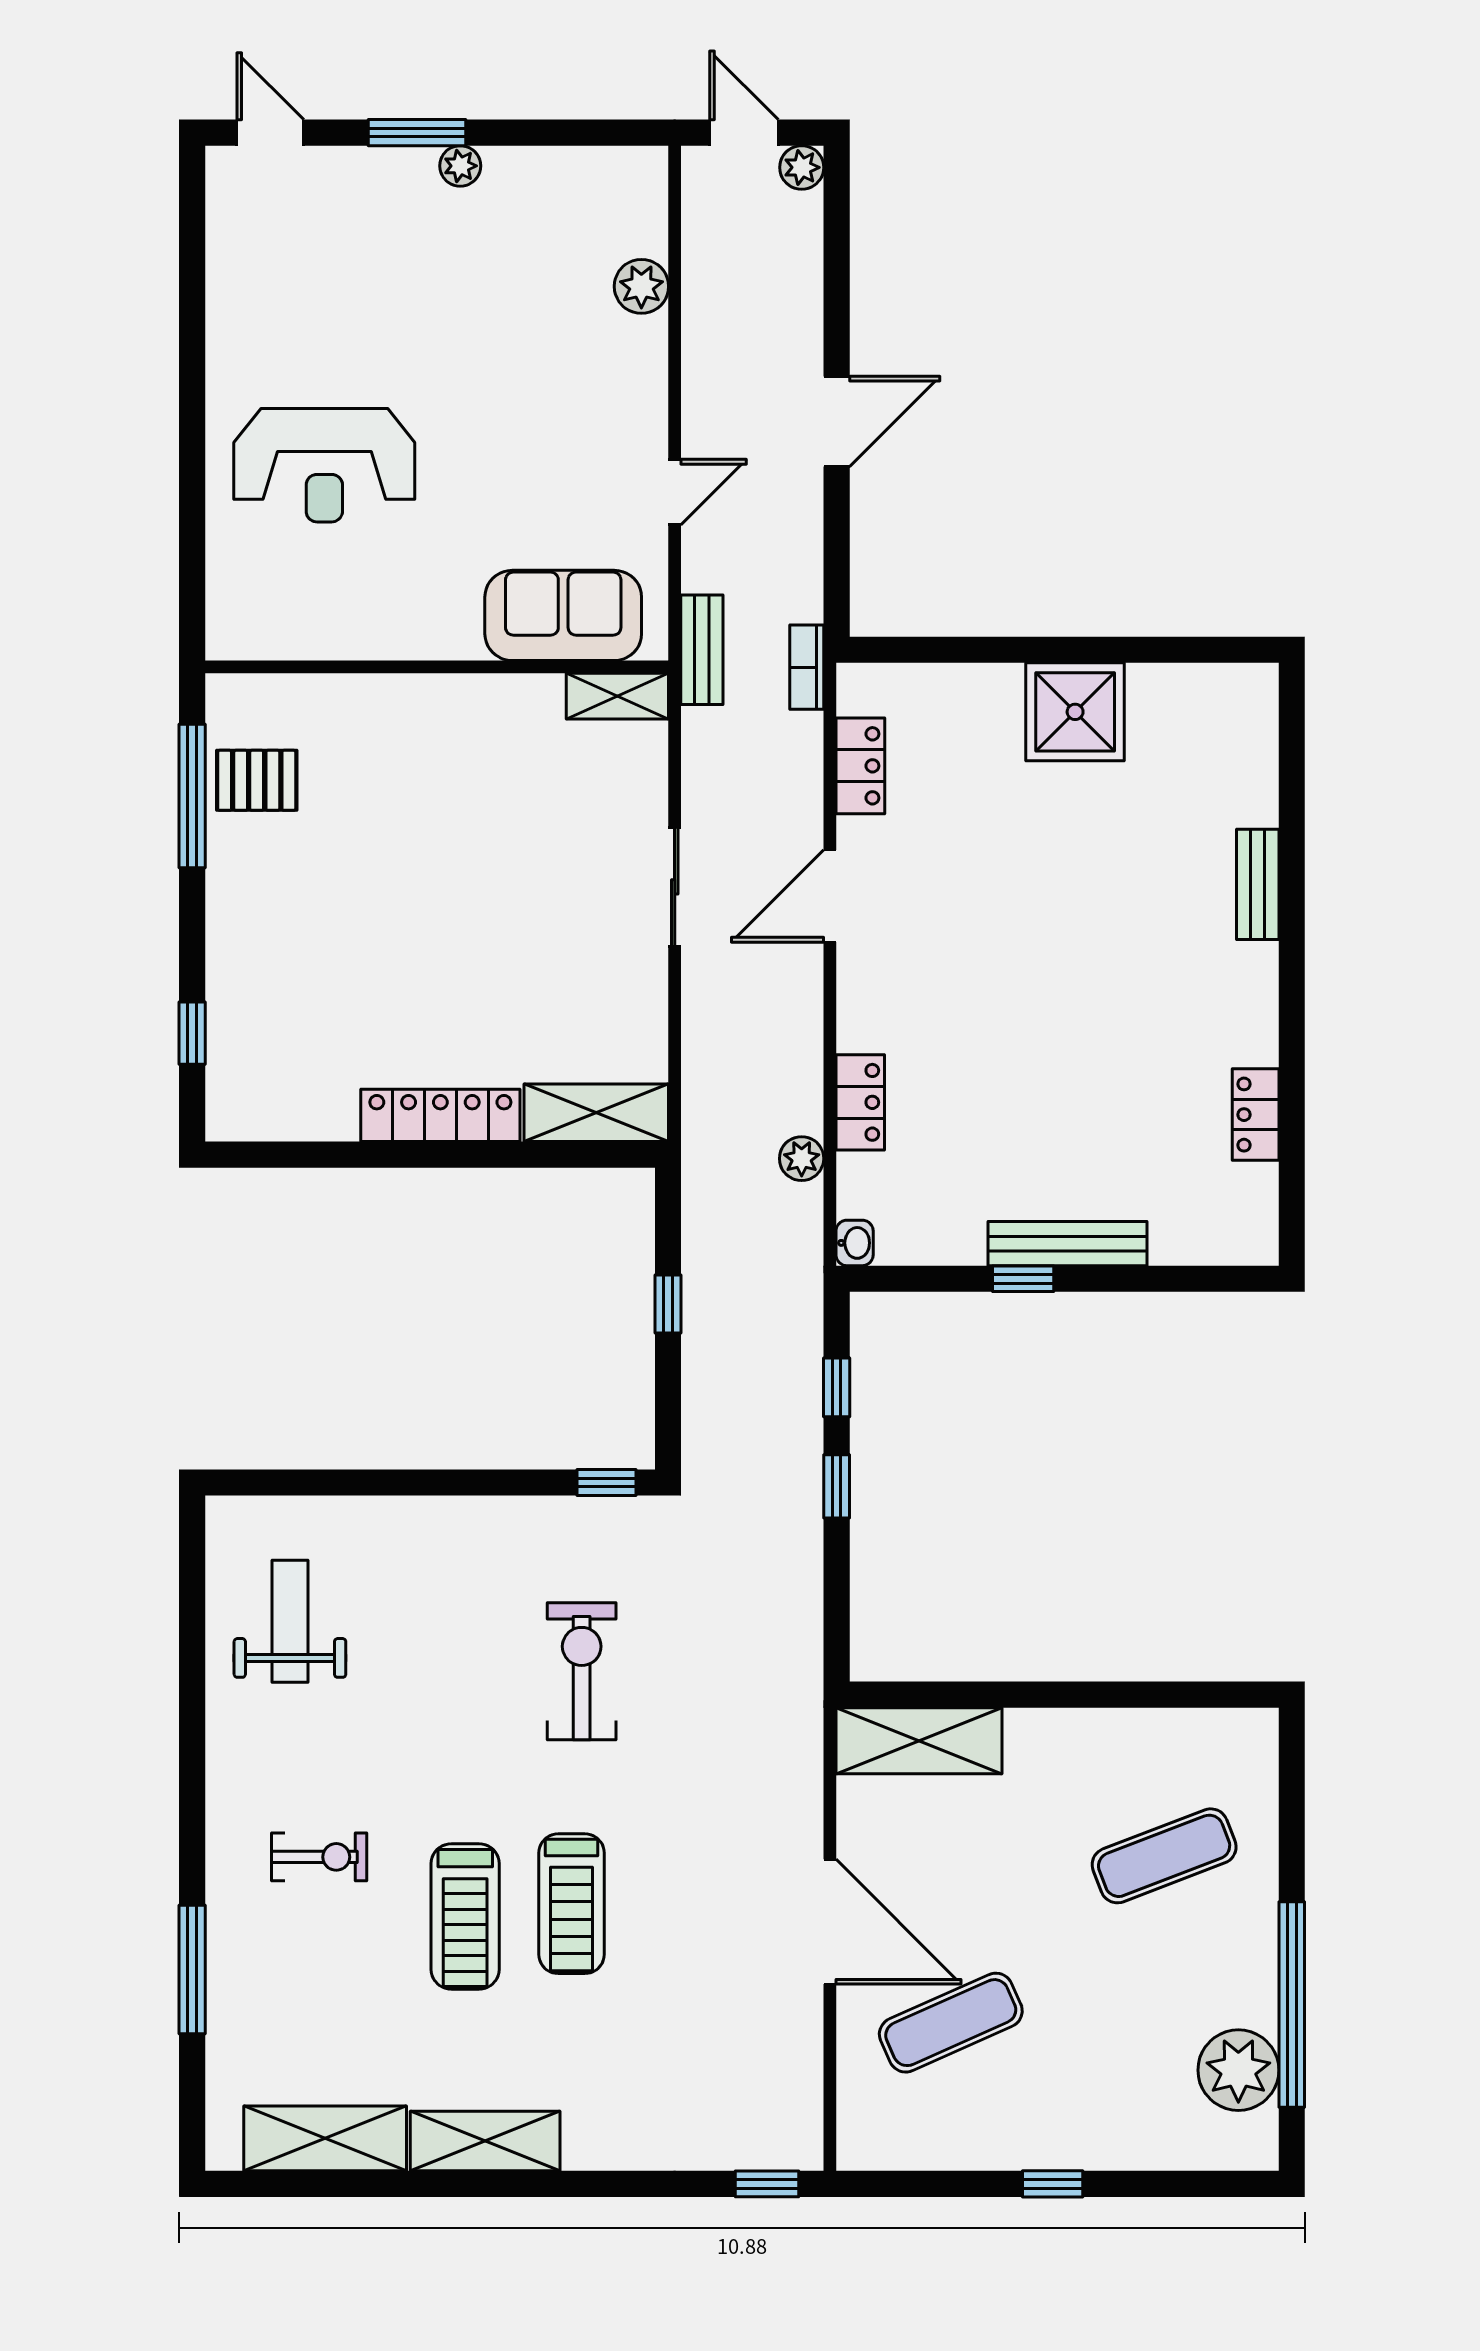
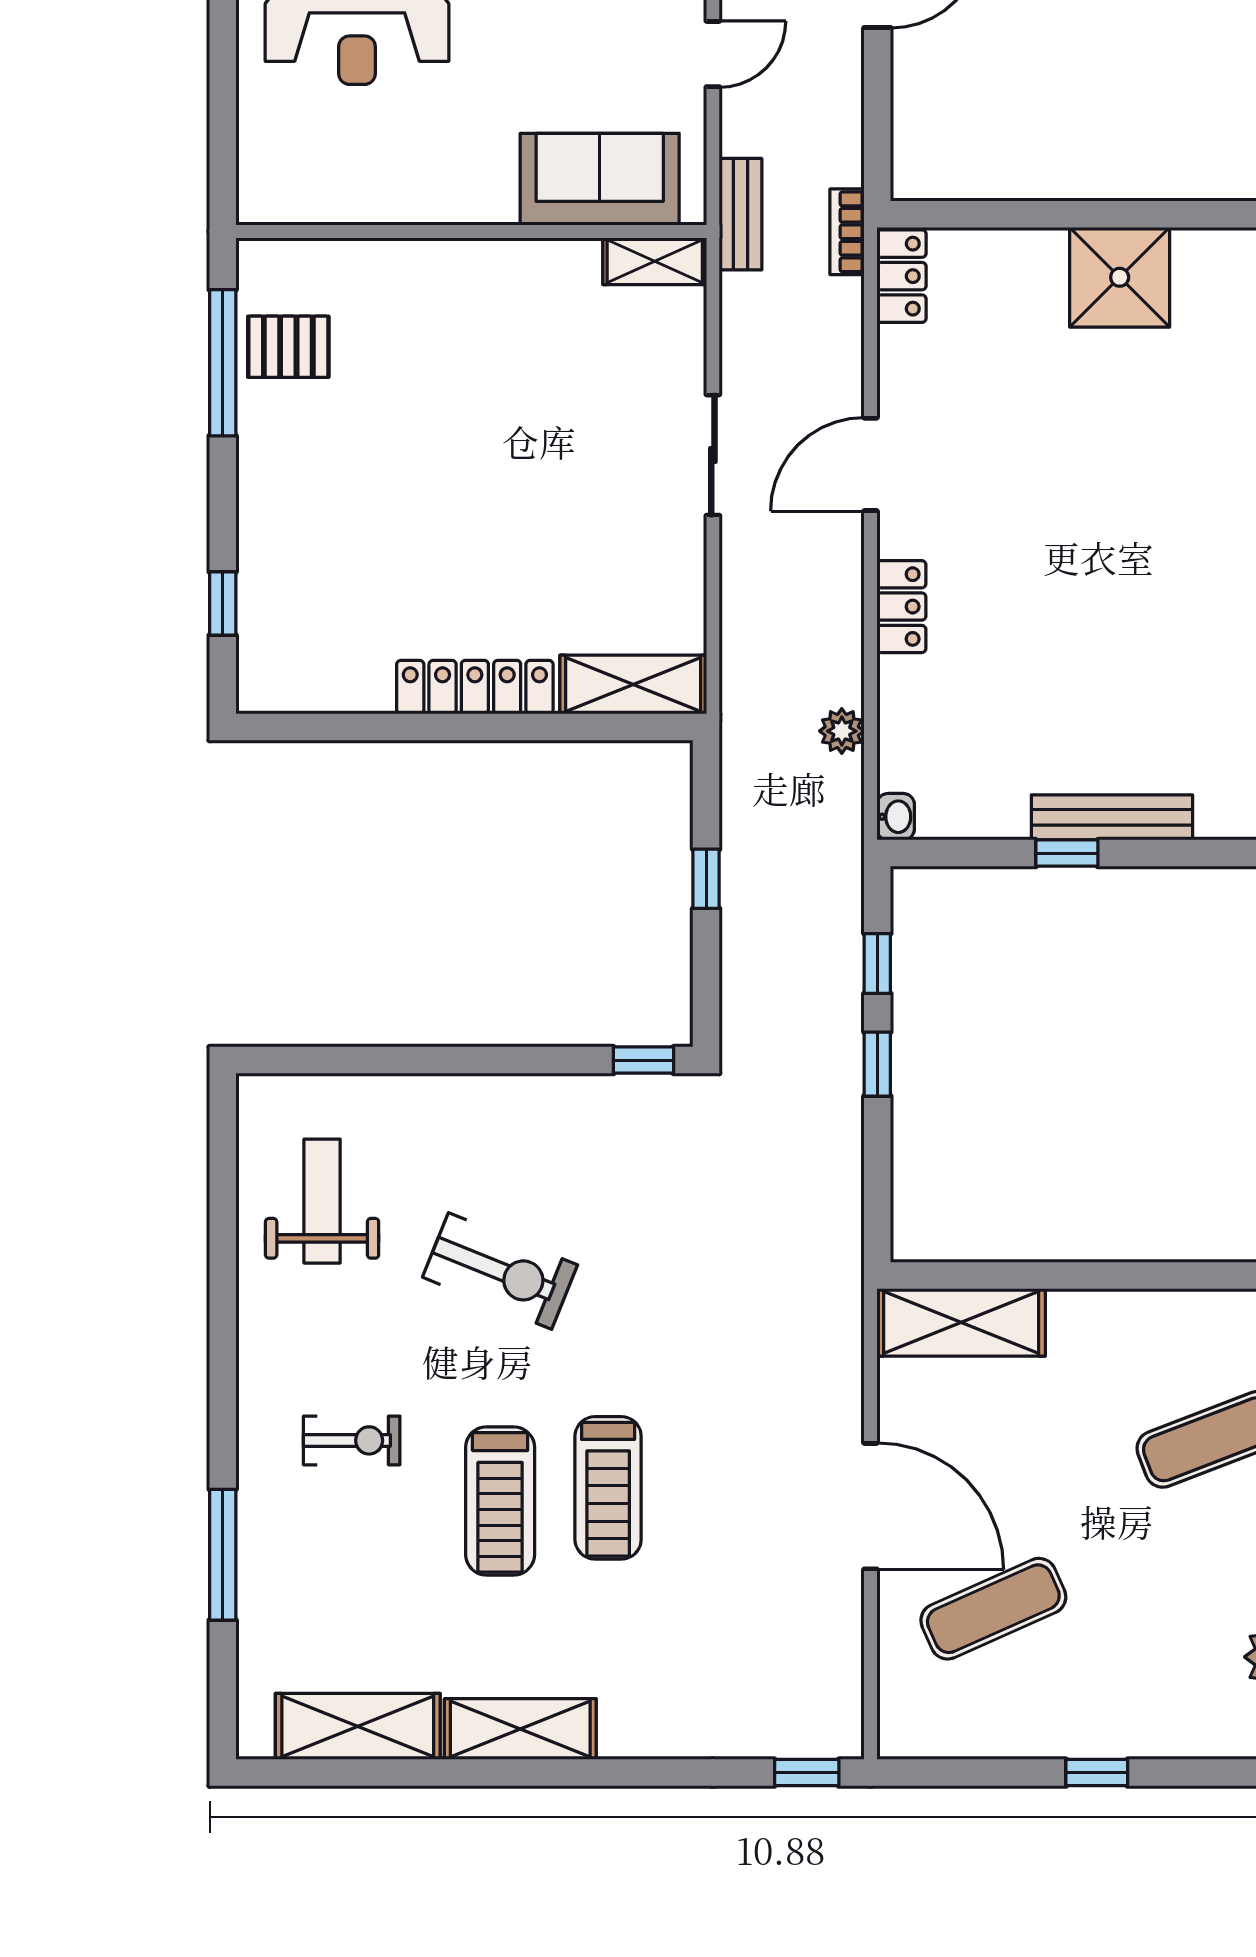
locker: (860, 766) -> (901, 276), moved
locker: (860, 1102) -> (901, 607), moved
exercise bike: (582, 1671) -> (500, 1271), moved, turned 112

